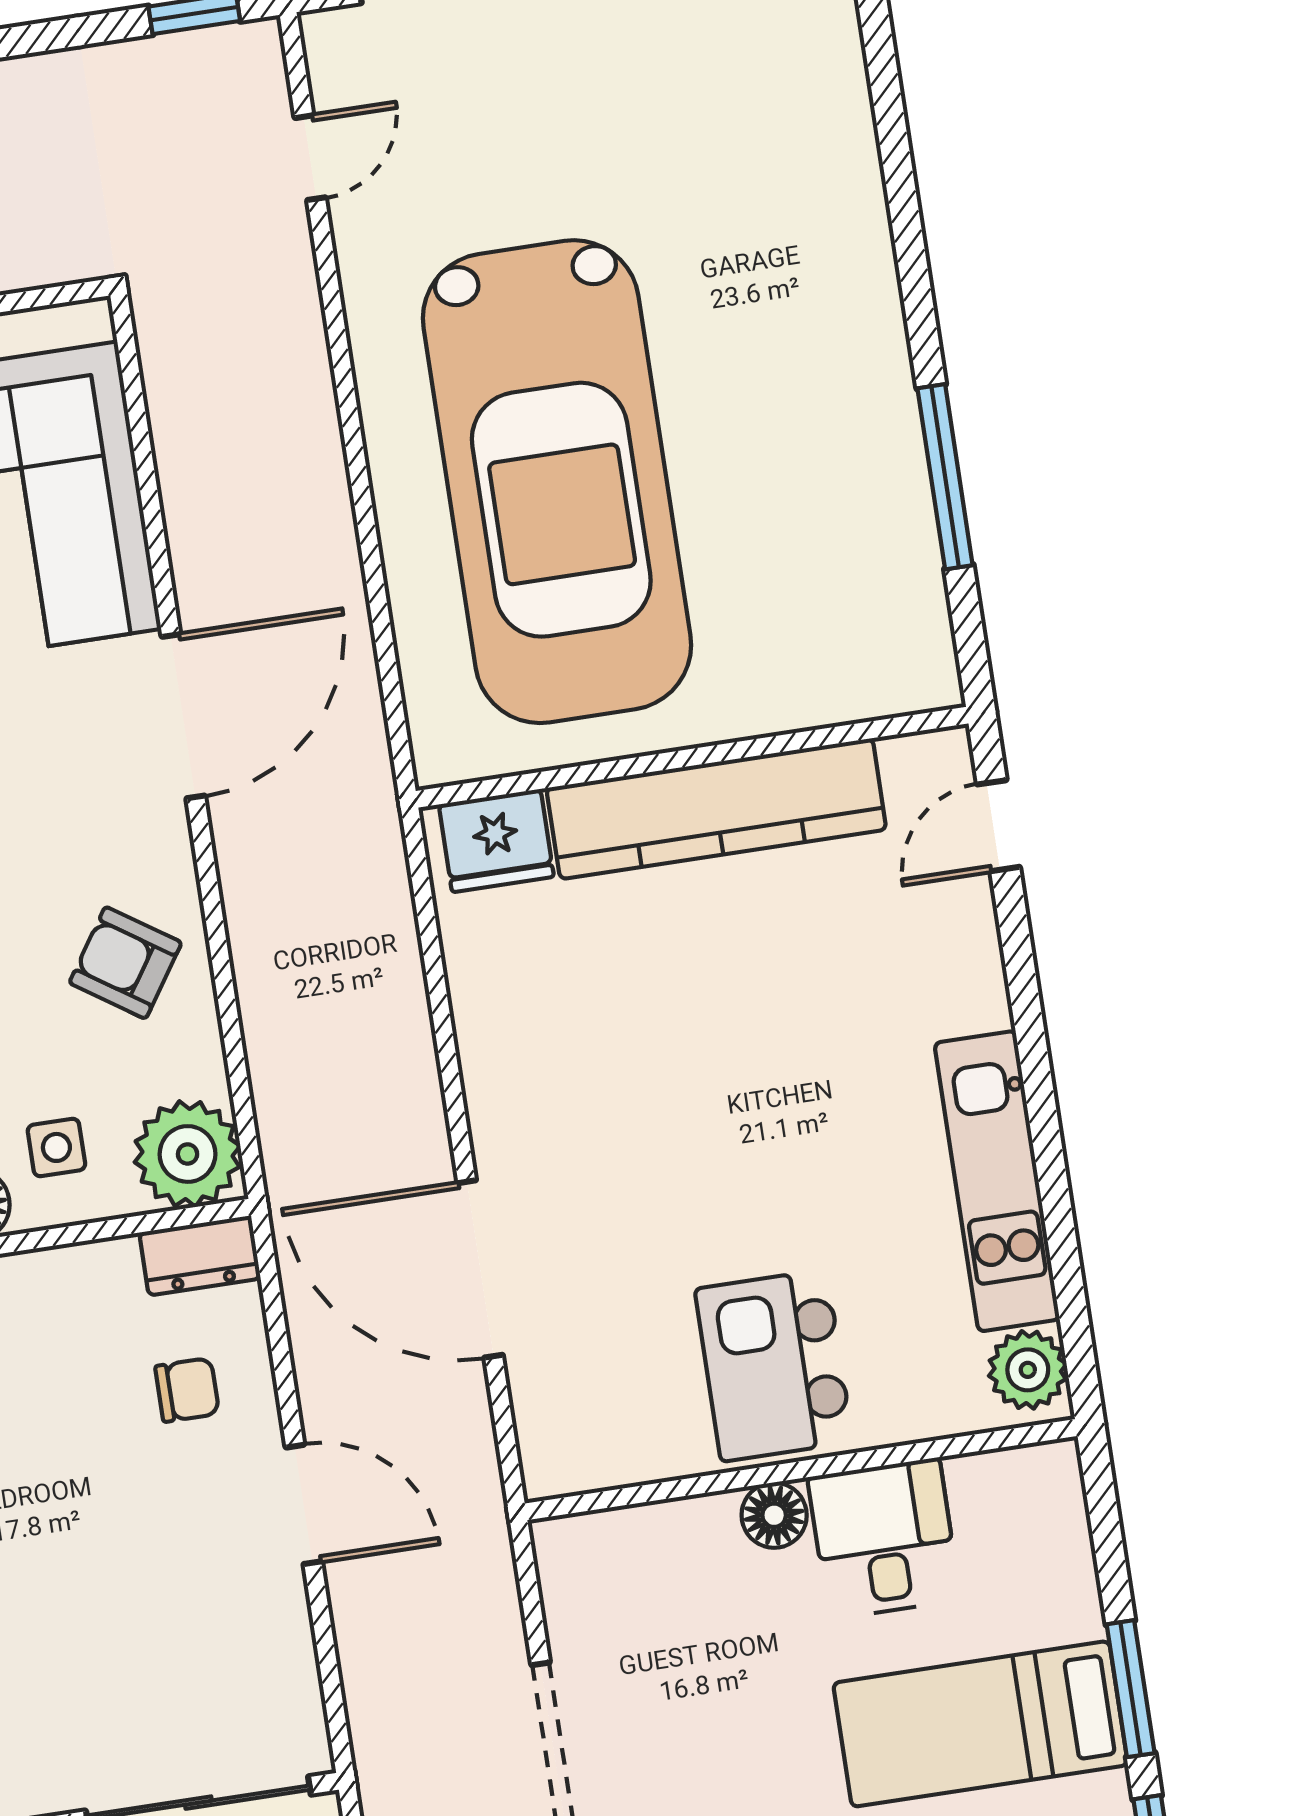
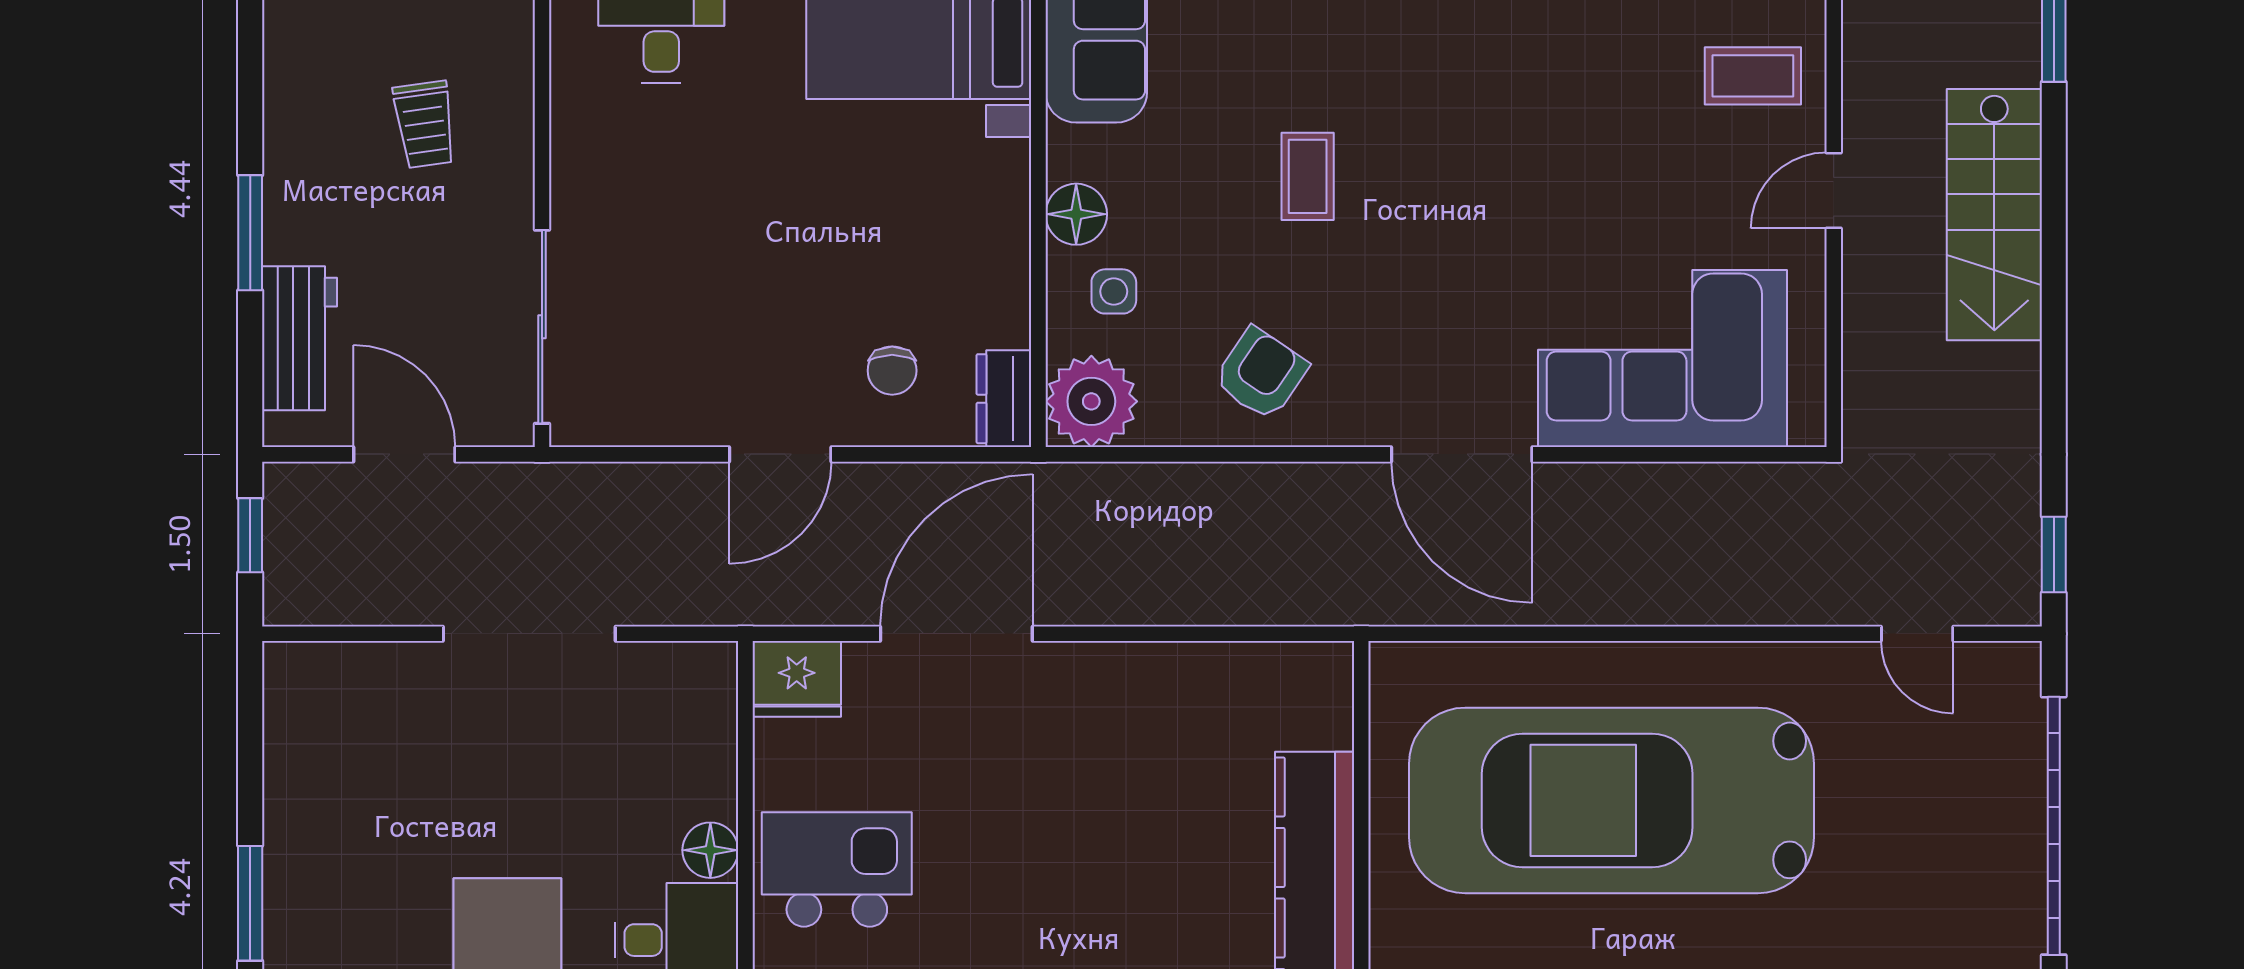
fridge: (496, 841) -> (797, 679), moved, turned -90

